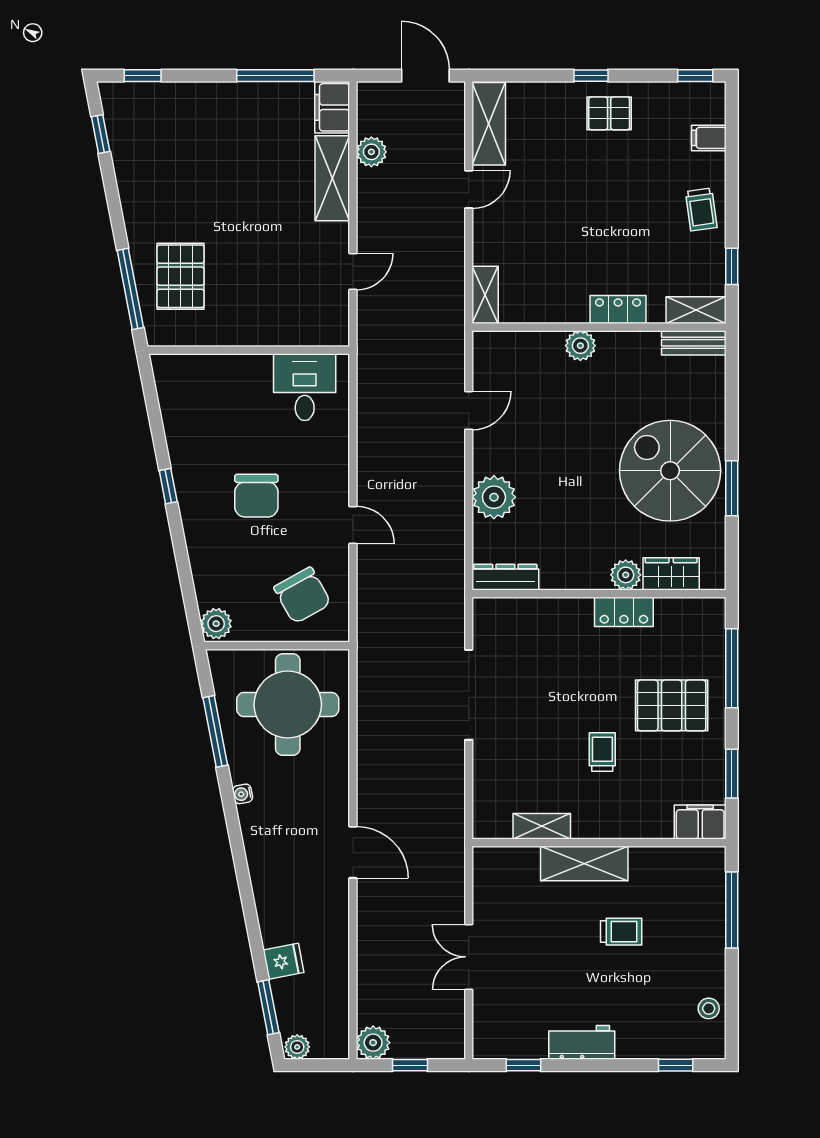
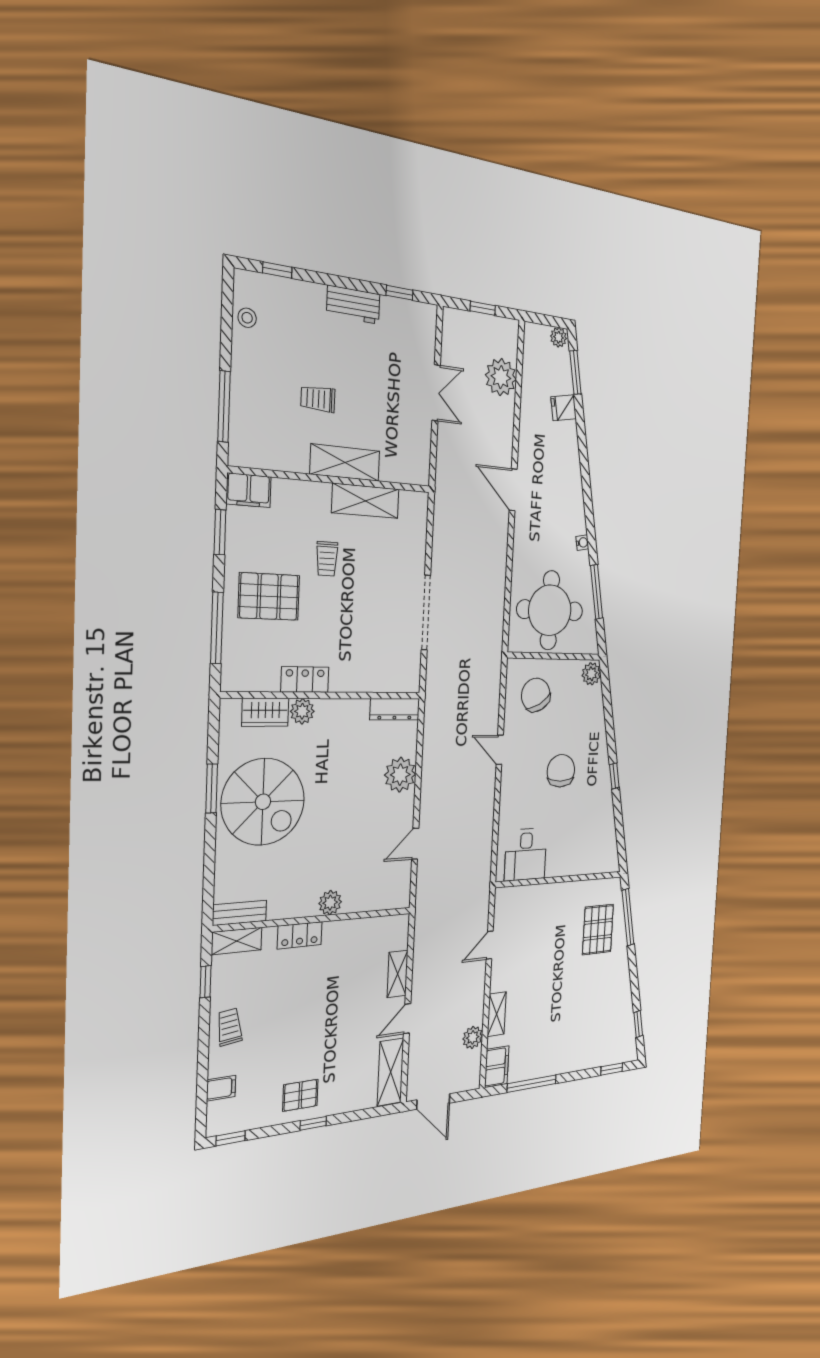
shelving: (332, 178) -> (497, 1014), width x0.67, depth x0.75
shelving: (485, 295) -> (398, 974), moved
shelving: (542, 826) -> (366, 501), width x1.50, depth x1.33
plant: (373, 1043) -> (501, 377), moved, width x1.36, depth x1.36

